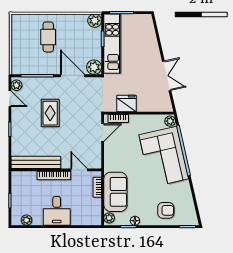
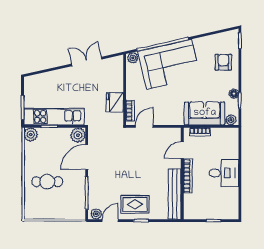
rug: (50, 113) -> (135, 204), moved
door: (103, 133) -> (144, 126), hinge flipped
plant: (27, 220) -> (233, 204), removed

